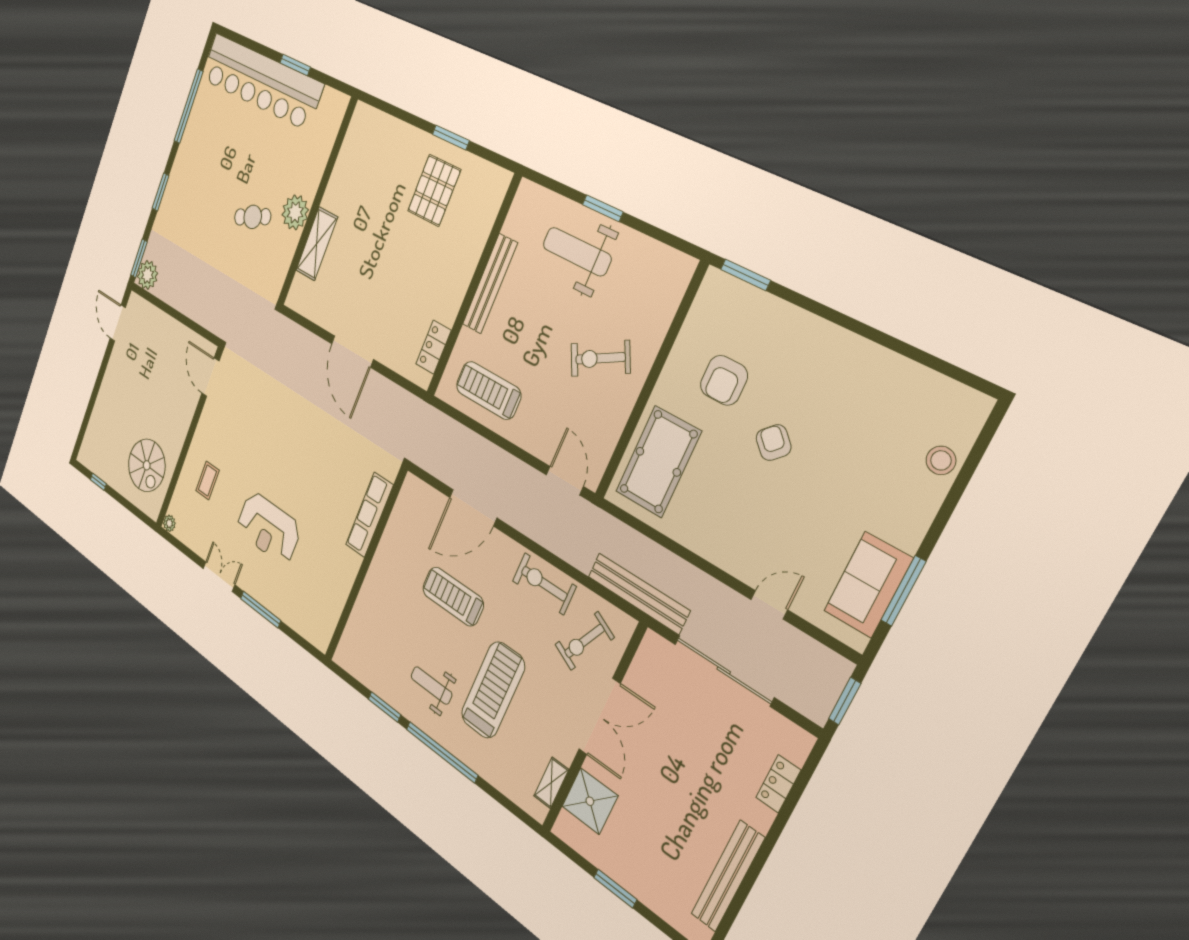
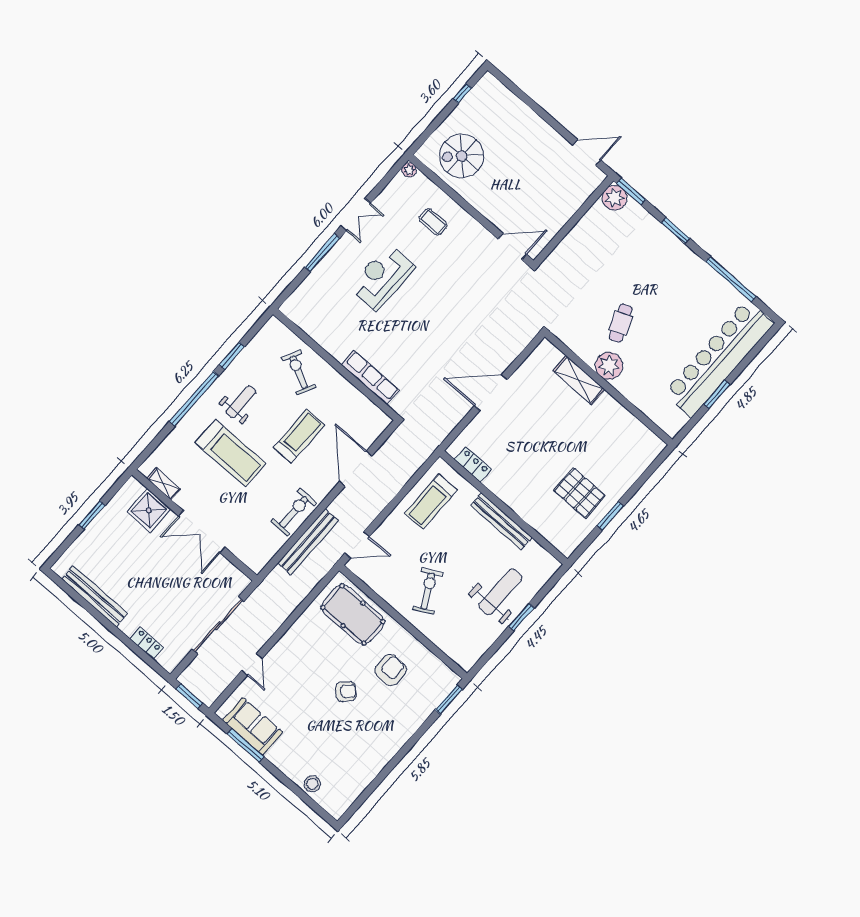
armchair: (724, 380) -> (391, 670), turned 90
treadmill: (488, 390) -> (431, 502), turned 180
bench: (638, 593) -> (308, 542), moved
exercise bike: (584, 641) -> (299, 372), moved

